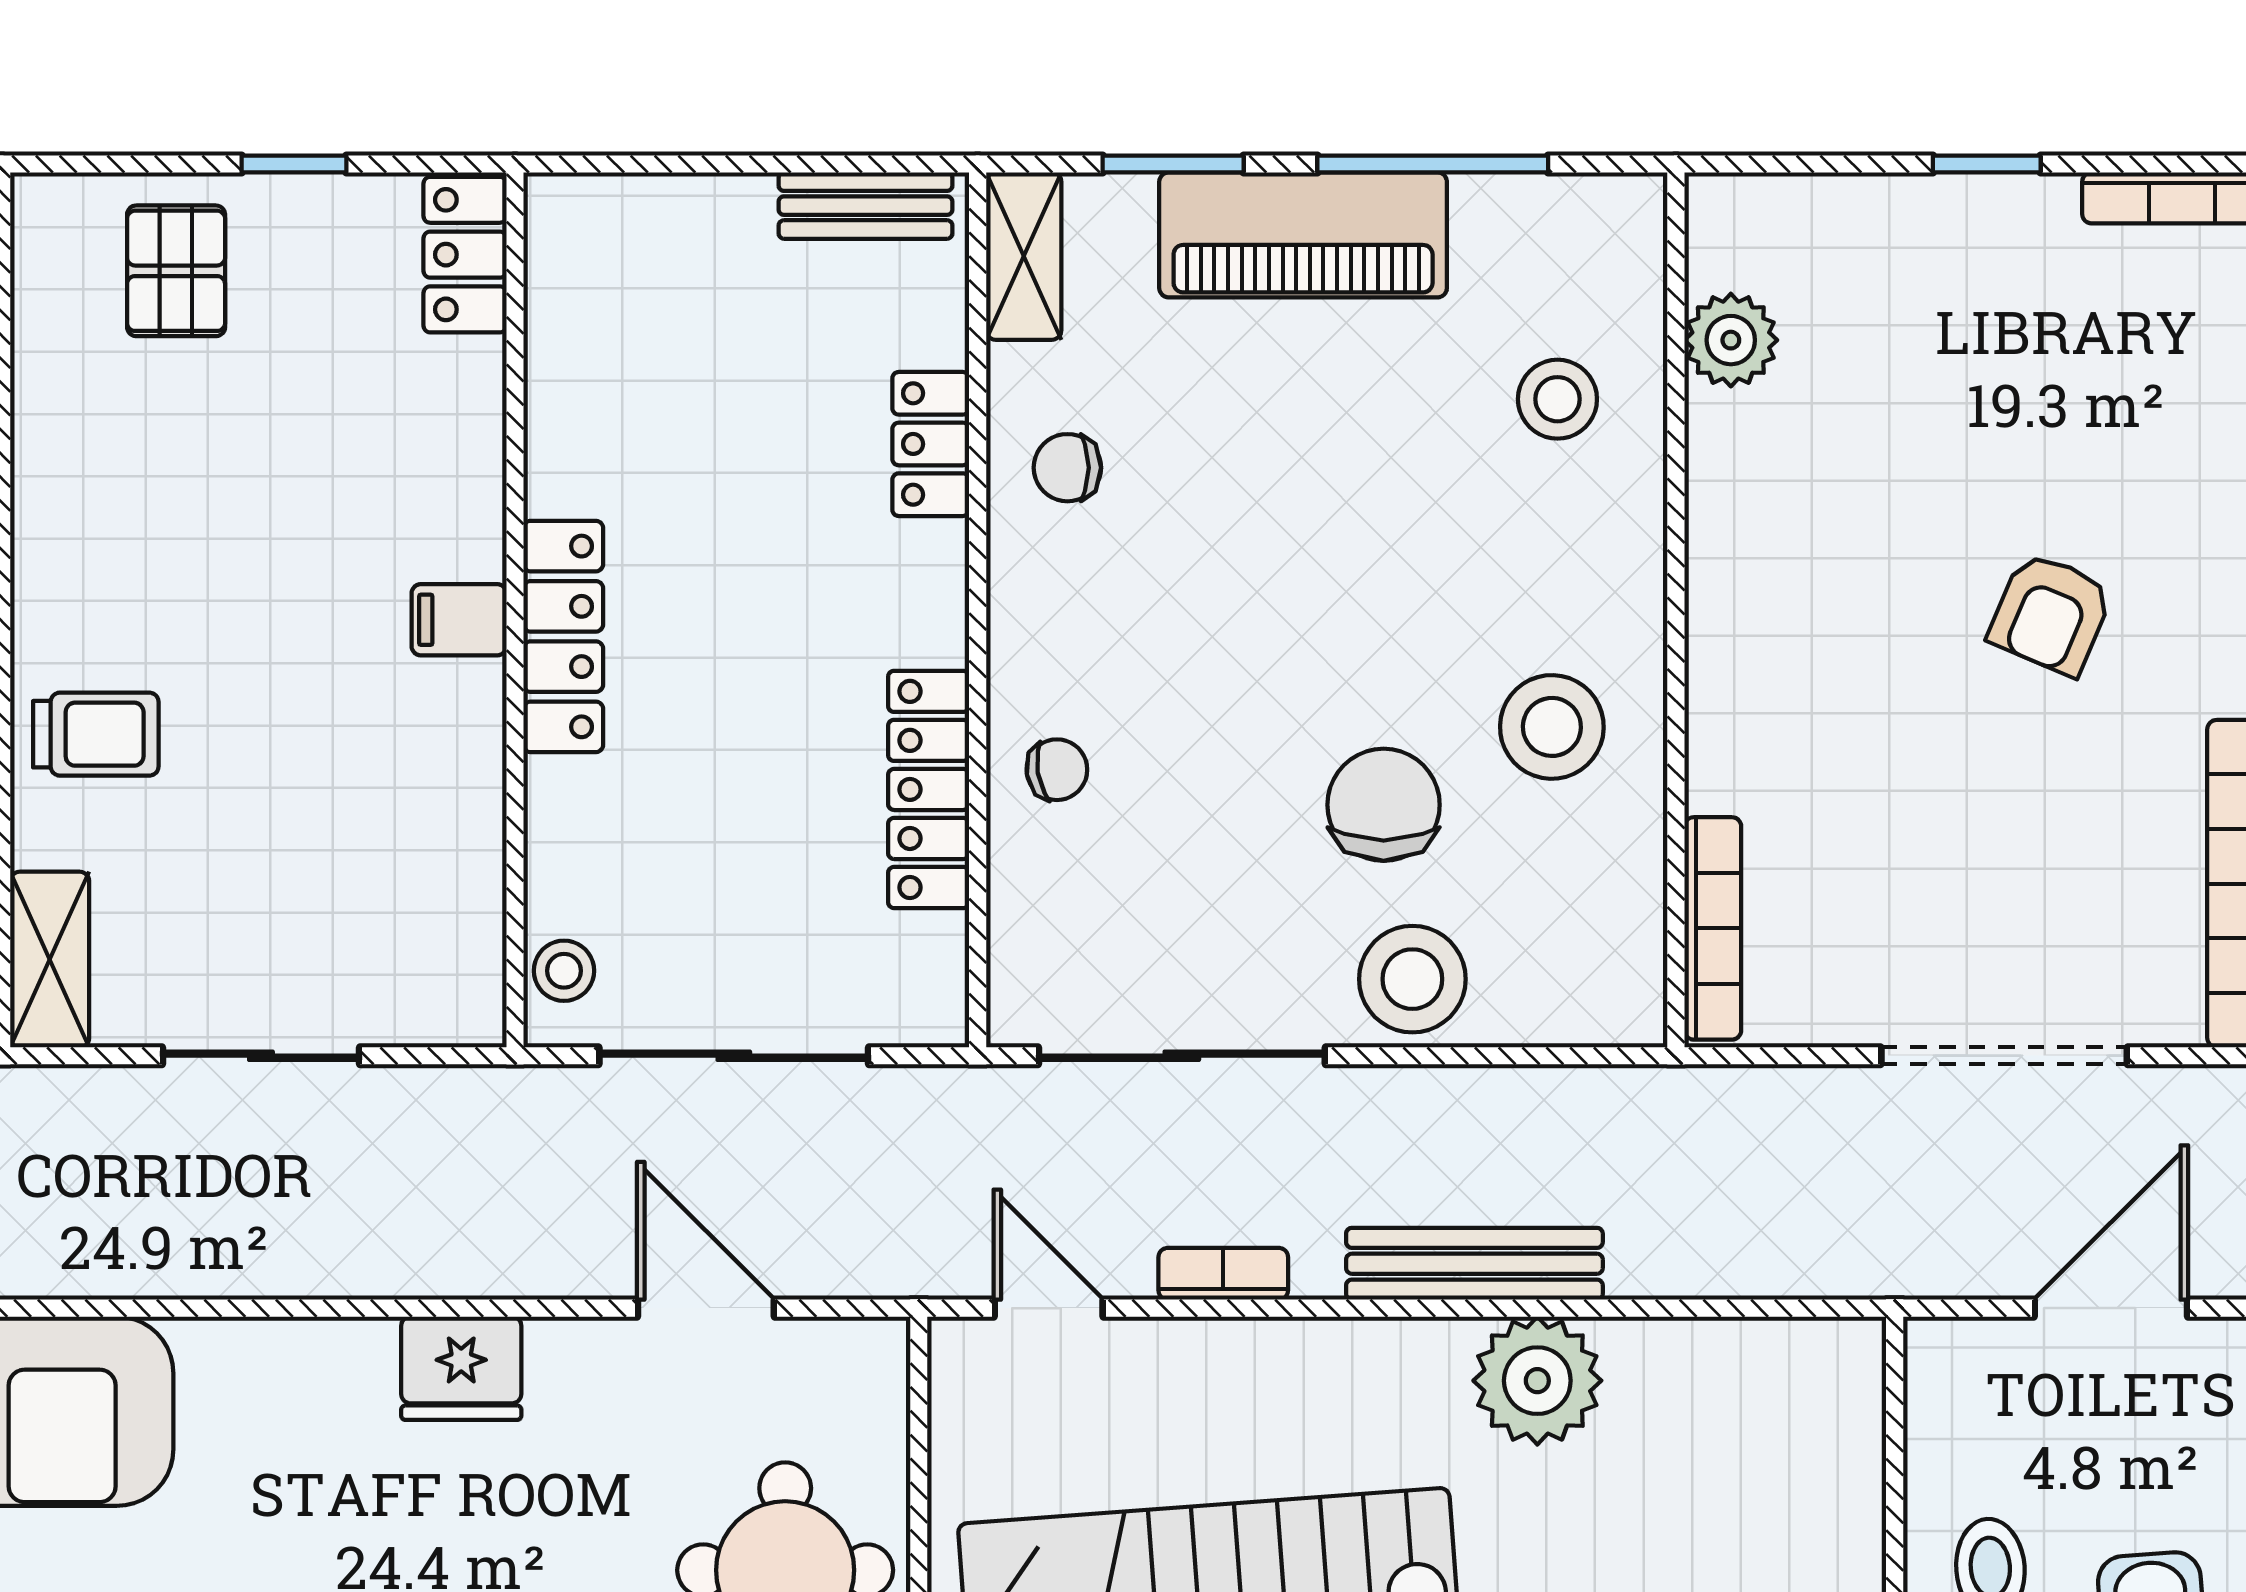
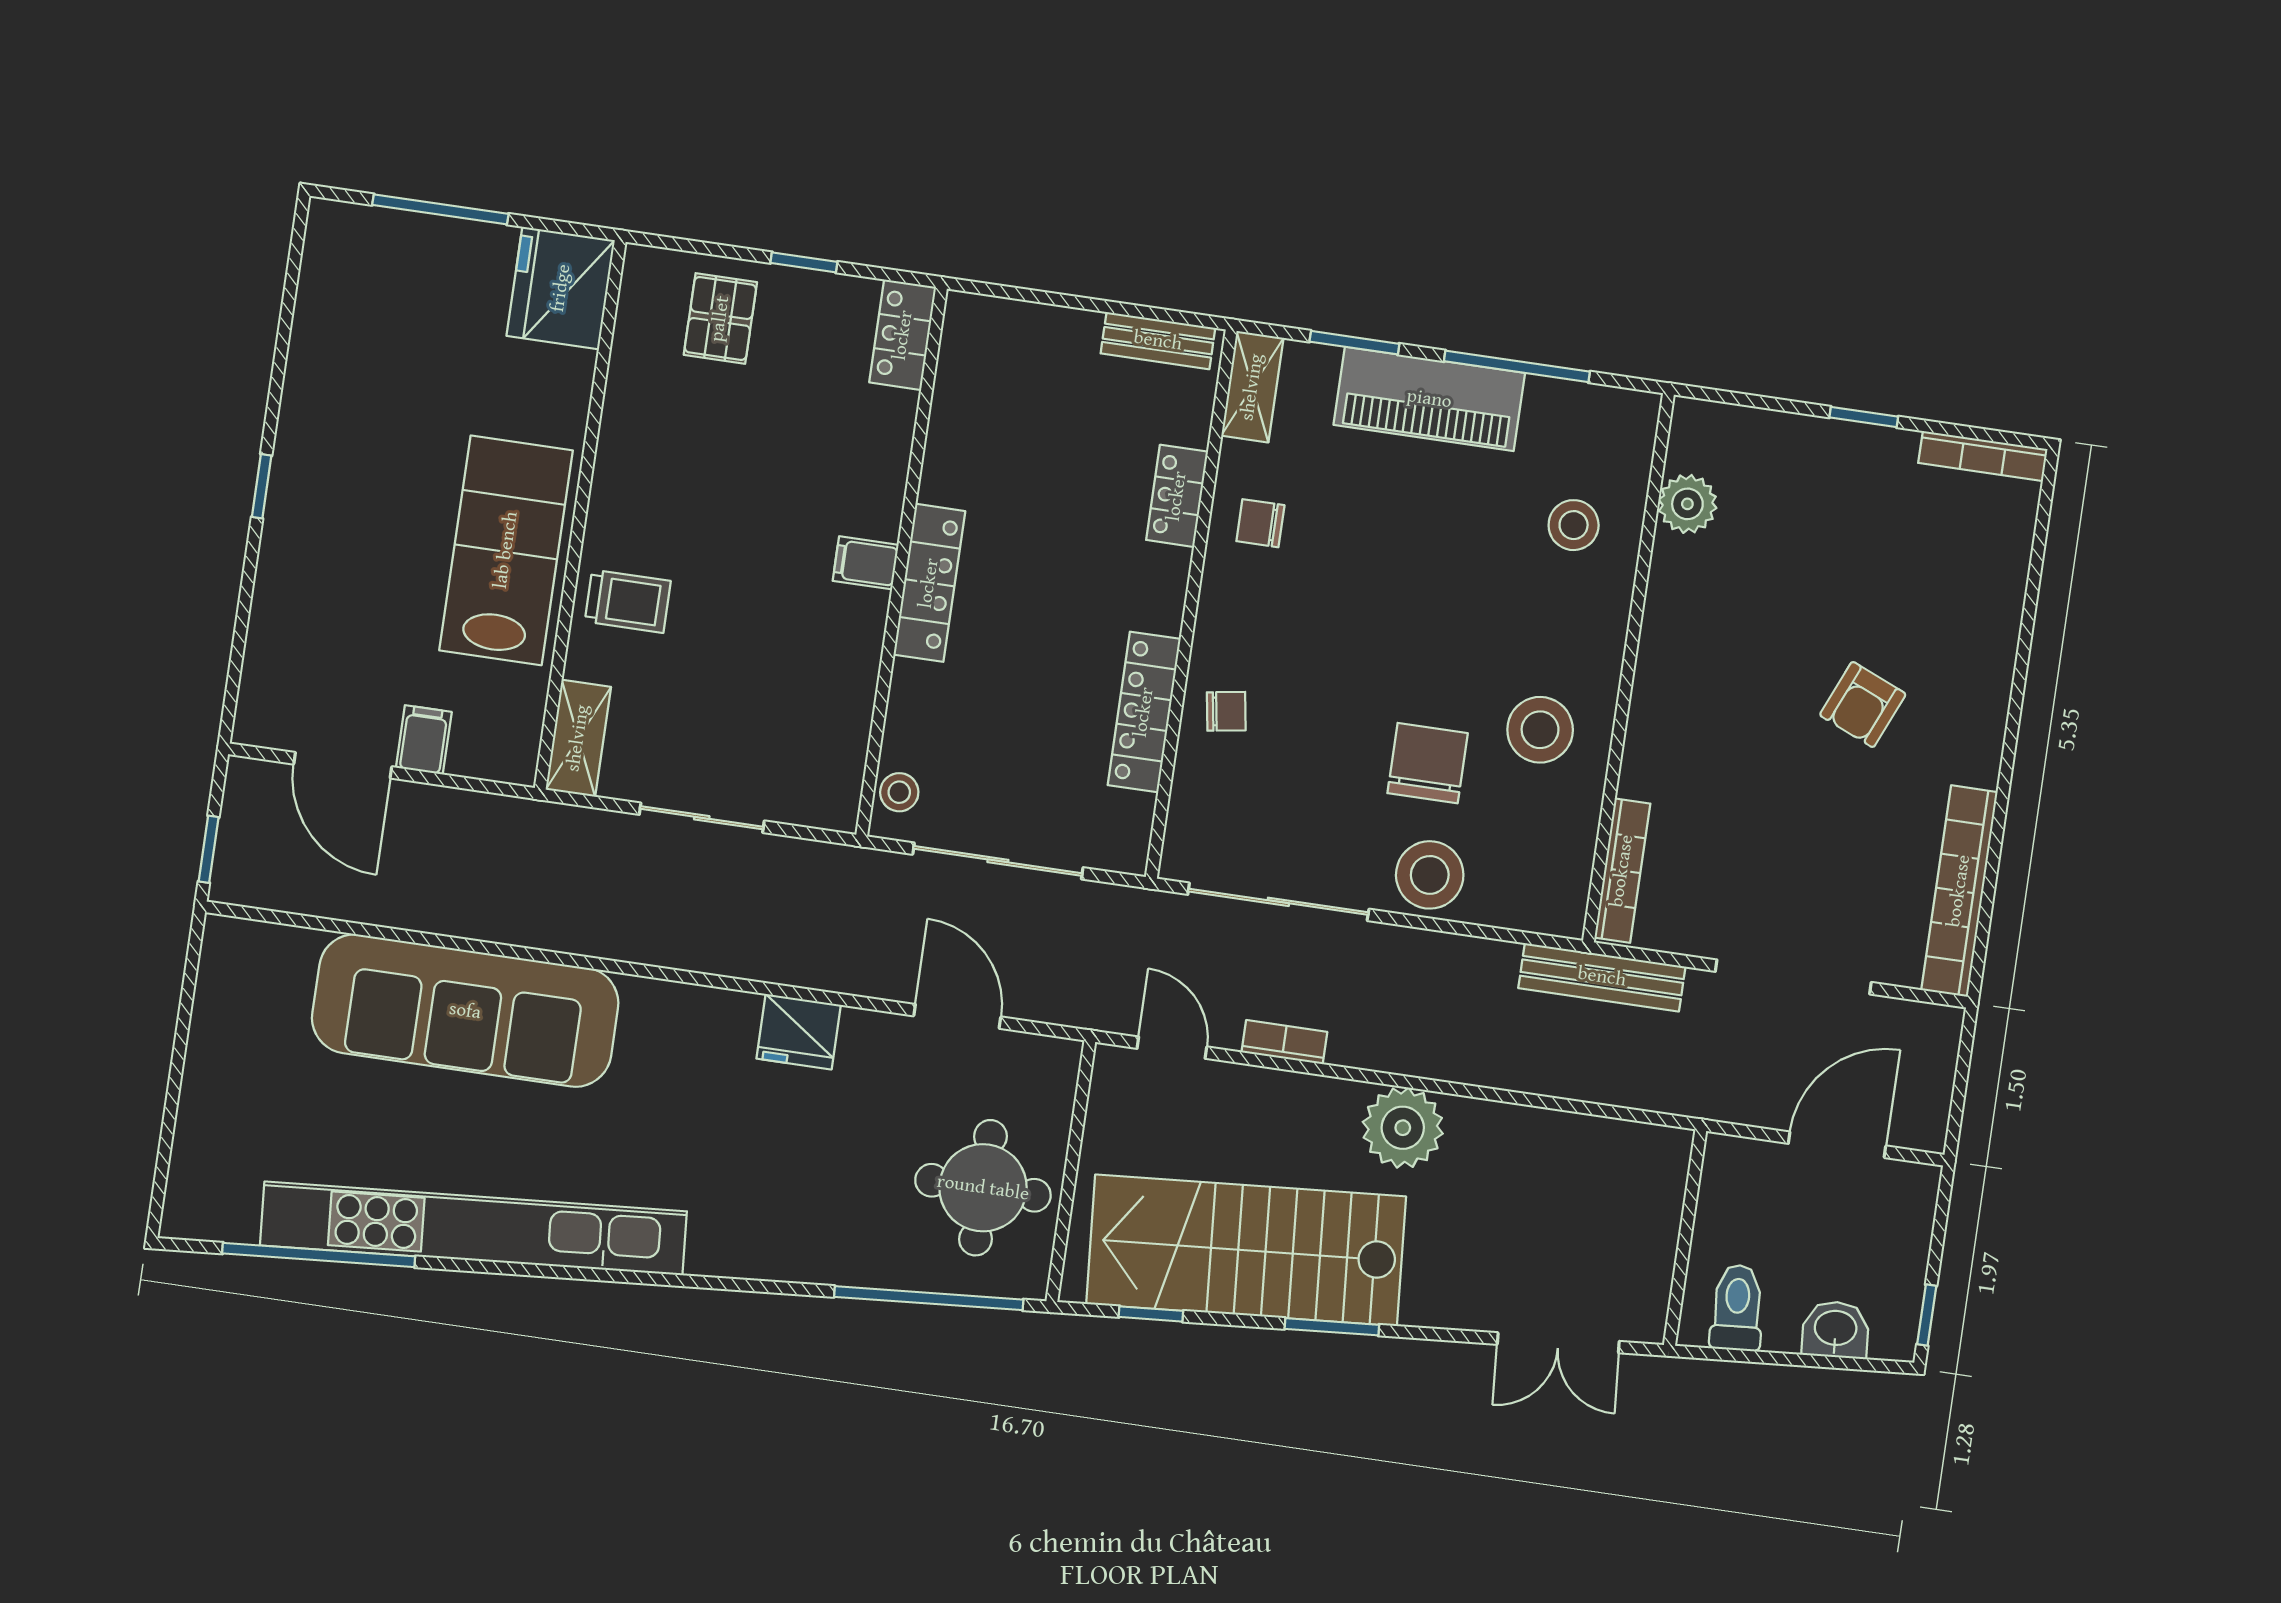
bench: (1474, 1264) -> (1602, 977), moved
plant: (1537, 1381) -> (1403, 1128), moved

